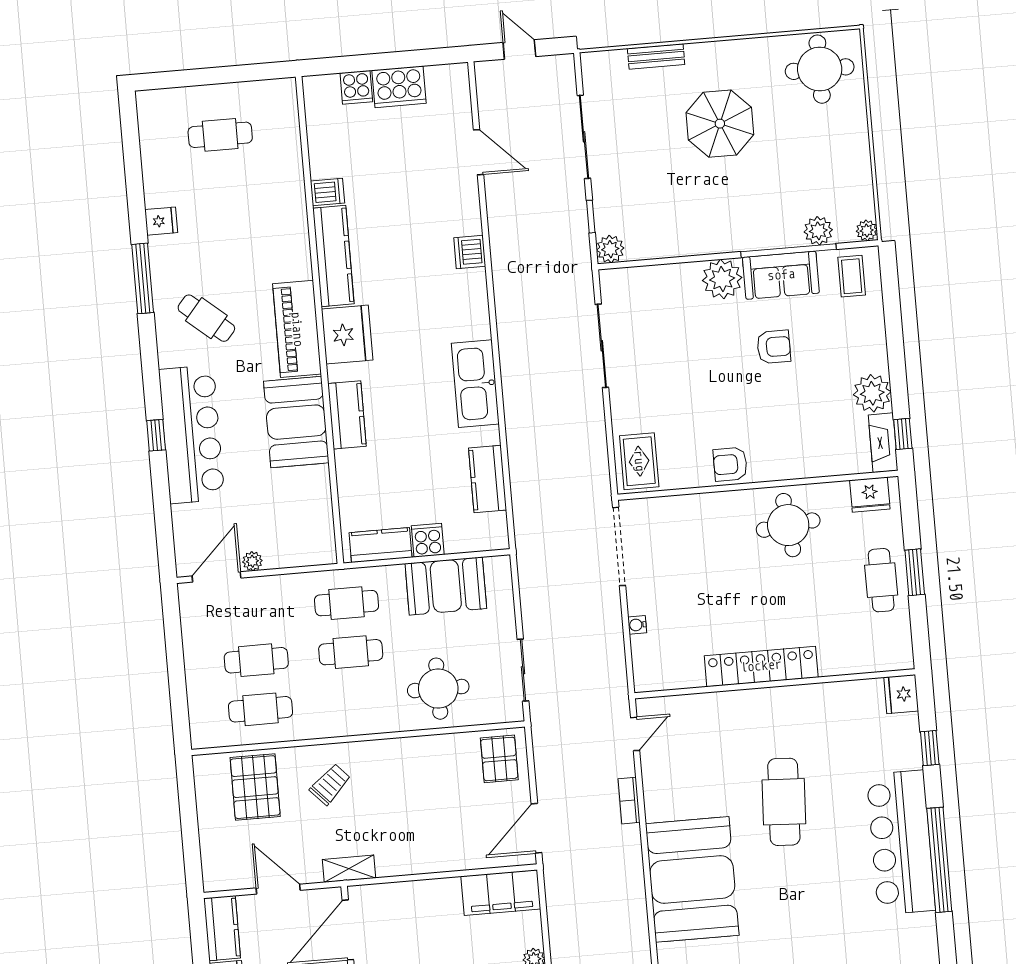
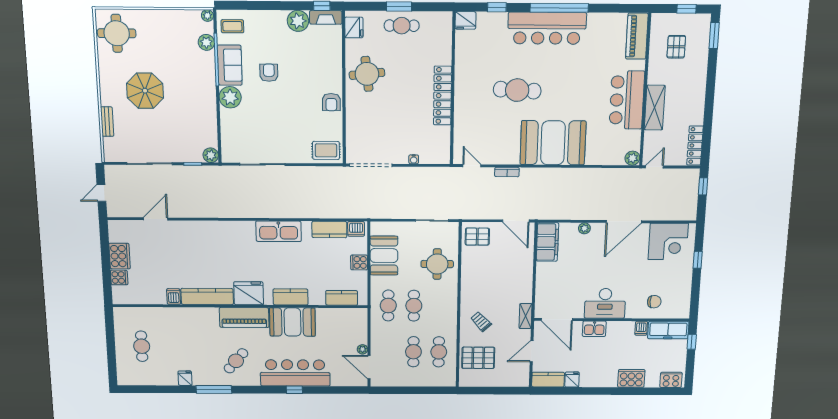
dishwasher: (470, 252) -> (356, 229), moved
kitchen counter: (381, 545) -> (342, 298), moved, turned 90

